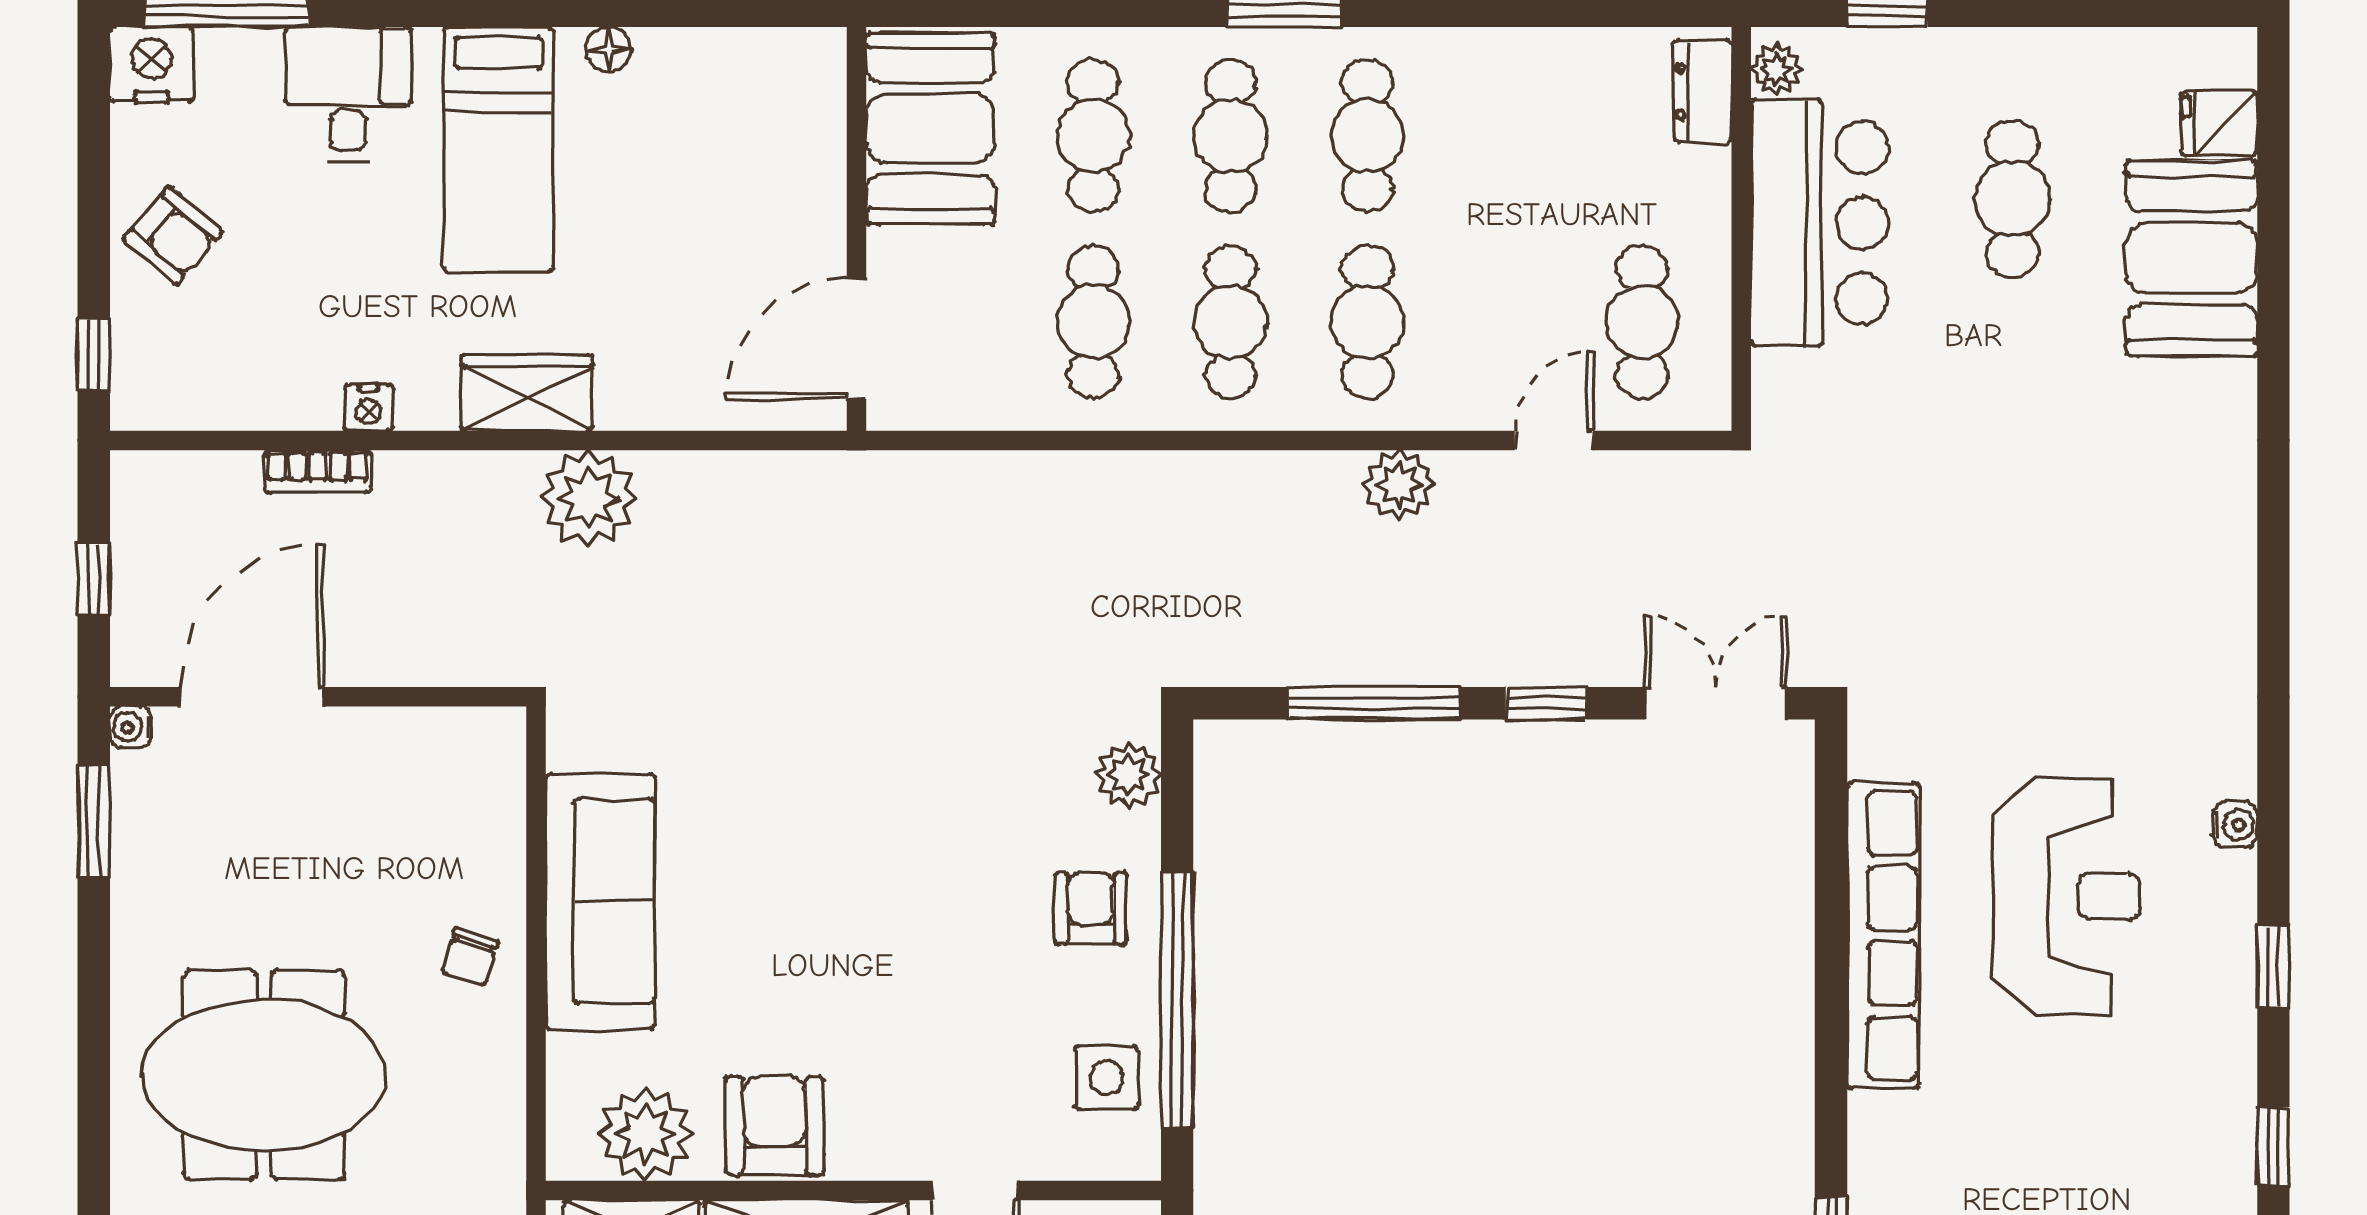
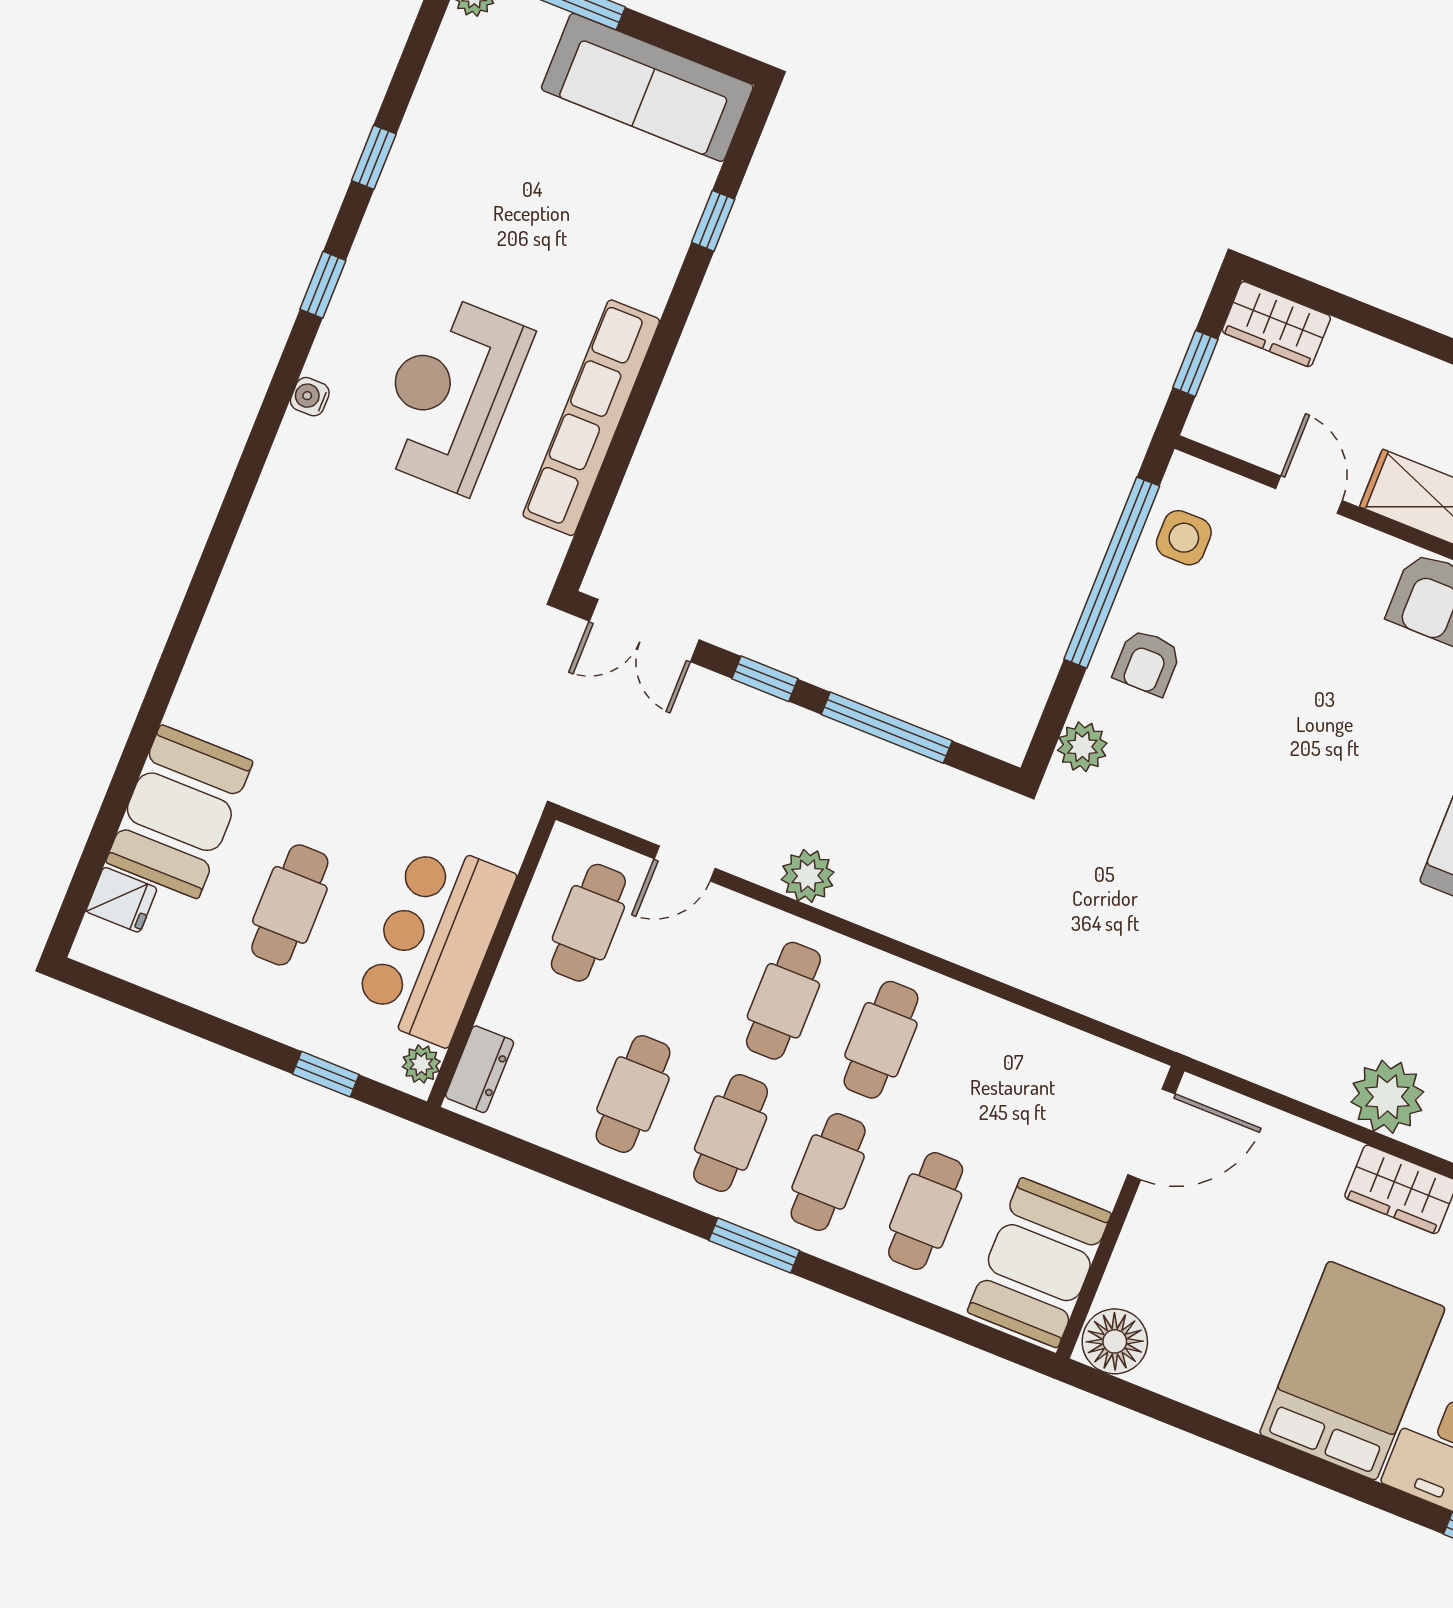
floor lamp: (609, 49) -> (1115, 1341), moved, width x1.89, depth x1.89
bed: (498, 149) -> (1352, 1371), width x1.50
cafe table: (1093, 322) -> (633, 1094), moved

